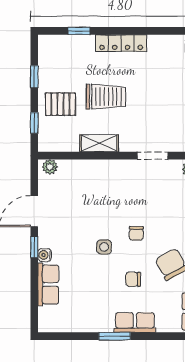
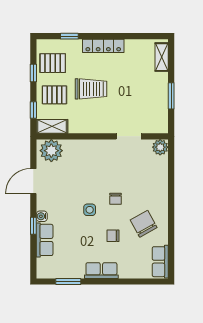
pallet: (58, 65) -> (53, 63), added
shelving: (99, 143) -> (52, 126), moved
plant: (50, 167) -> (51, 151), width x1.88, depth x1.88
window: (34, 247) -> (33, 226), moved
row of seats: (135, 322) -> (101, 271), moved
window: (115, 336) -> (68, 282), moved

